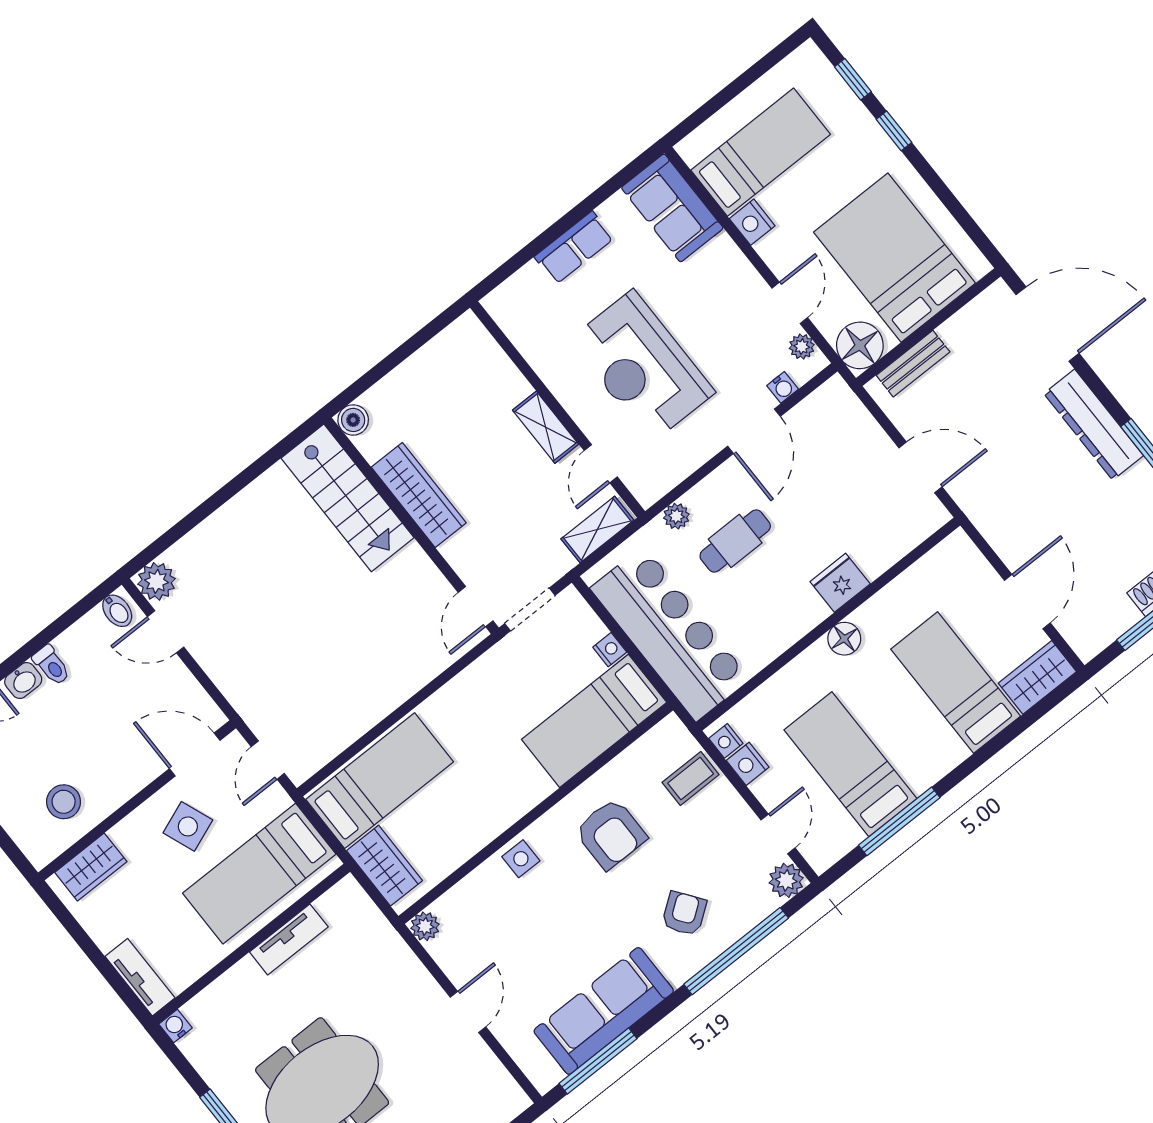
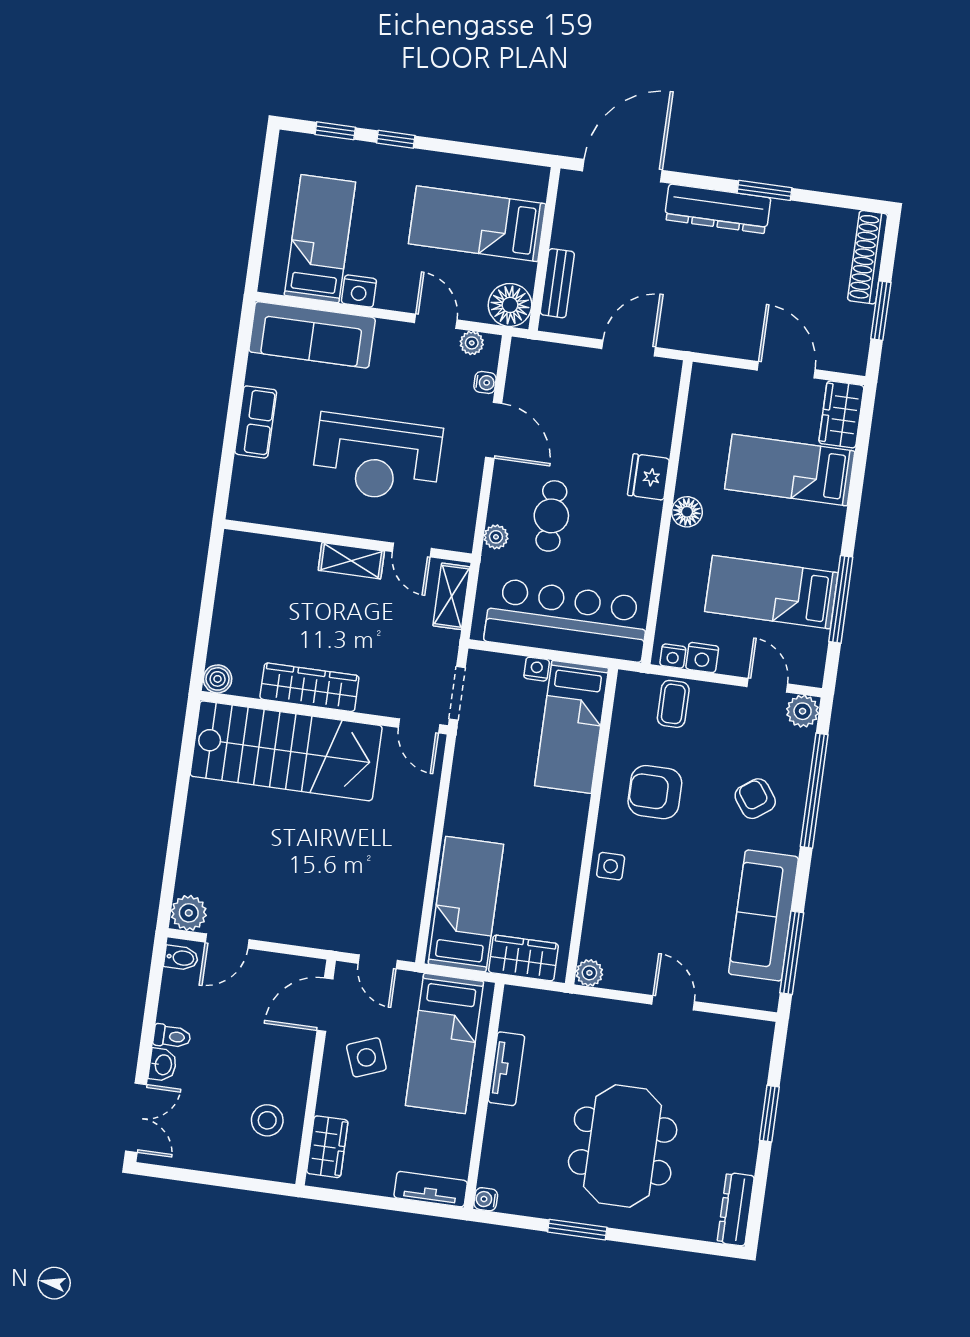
sofa: (672, 208) -> (312, 335), width x1.36
bed: (895, 258) -> (477, 224), width x0.67
stairs: (348, 498) -> (286, 751), width x1.36, depth x1.51
armchair: (611, 834) -> (655, 792), turned 180

